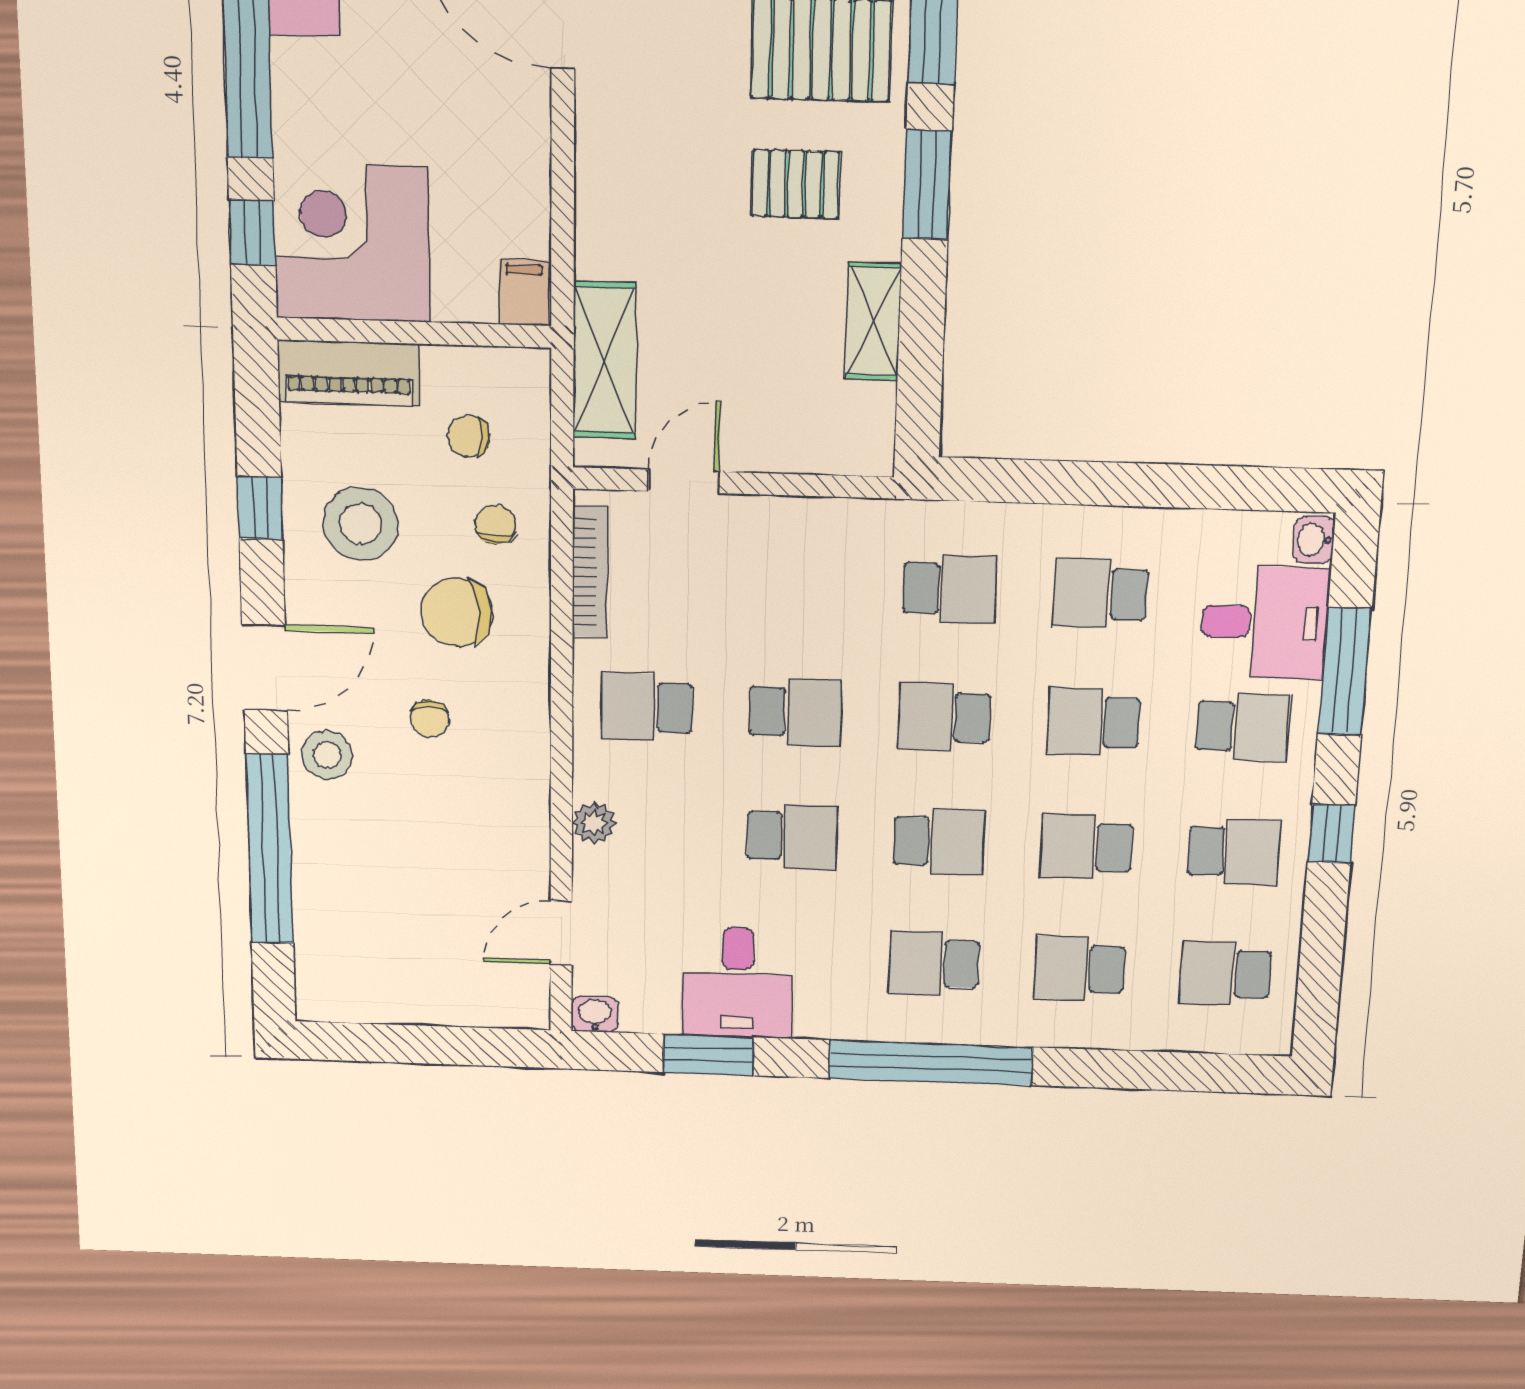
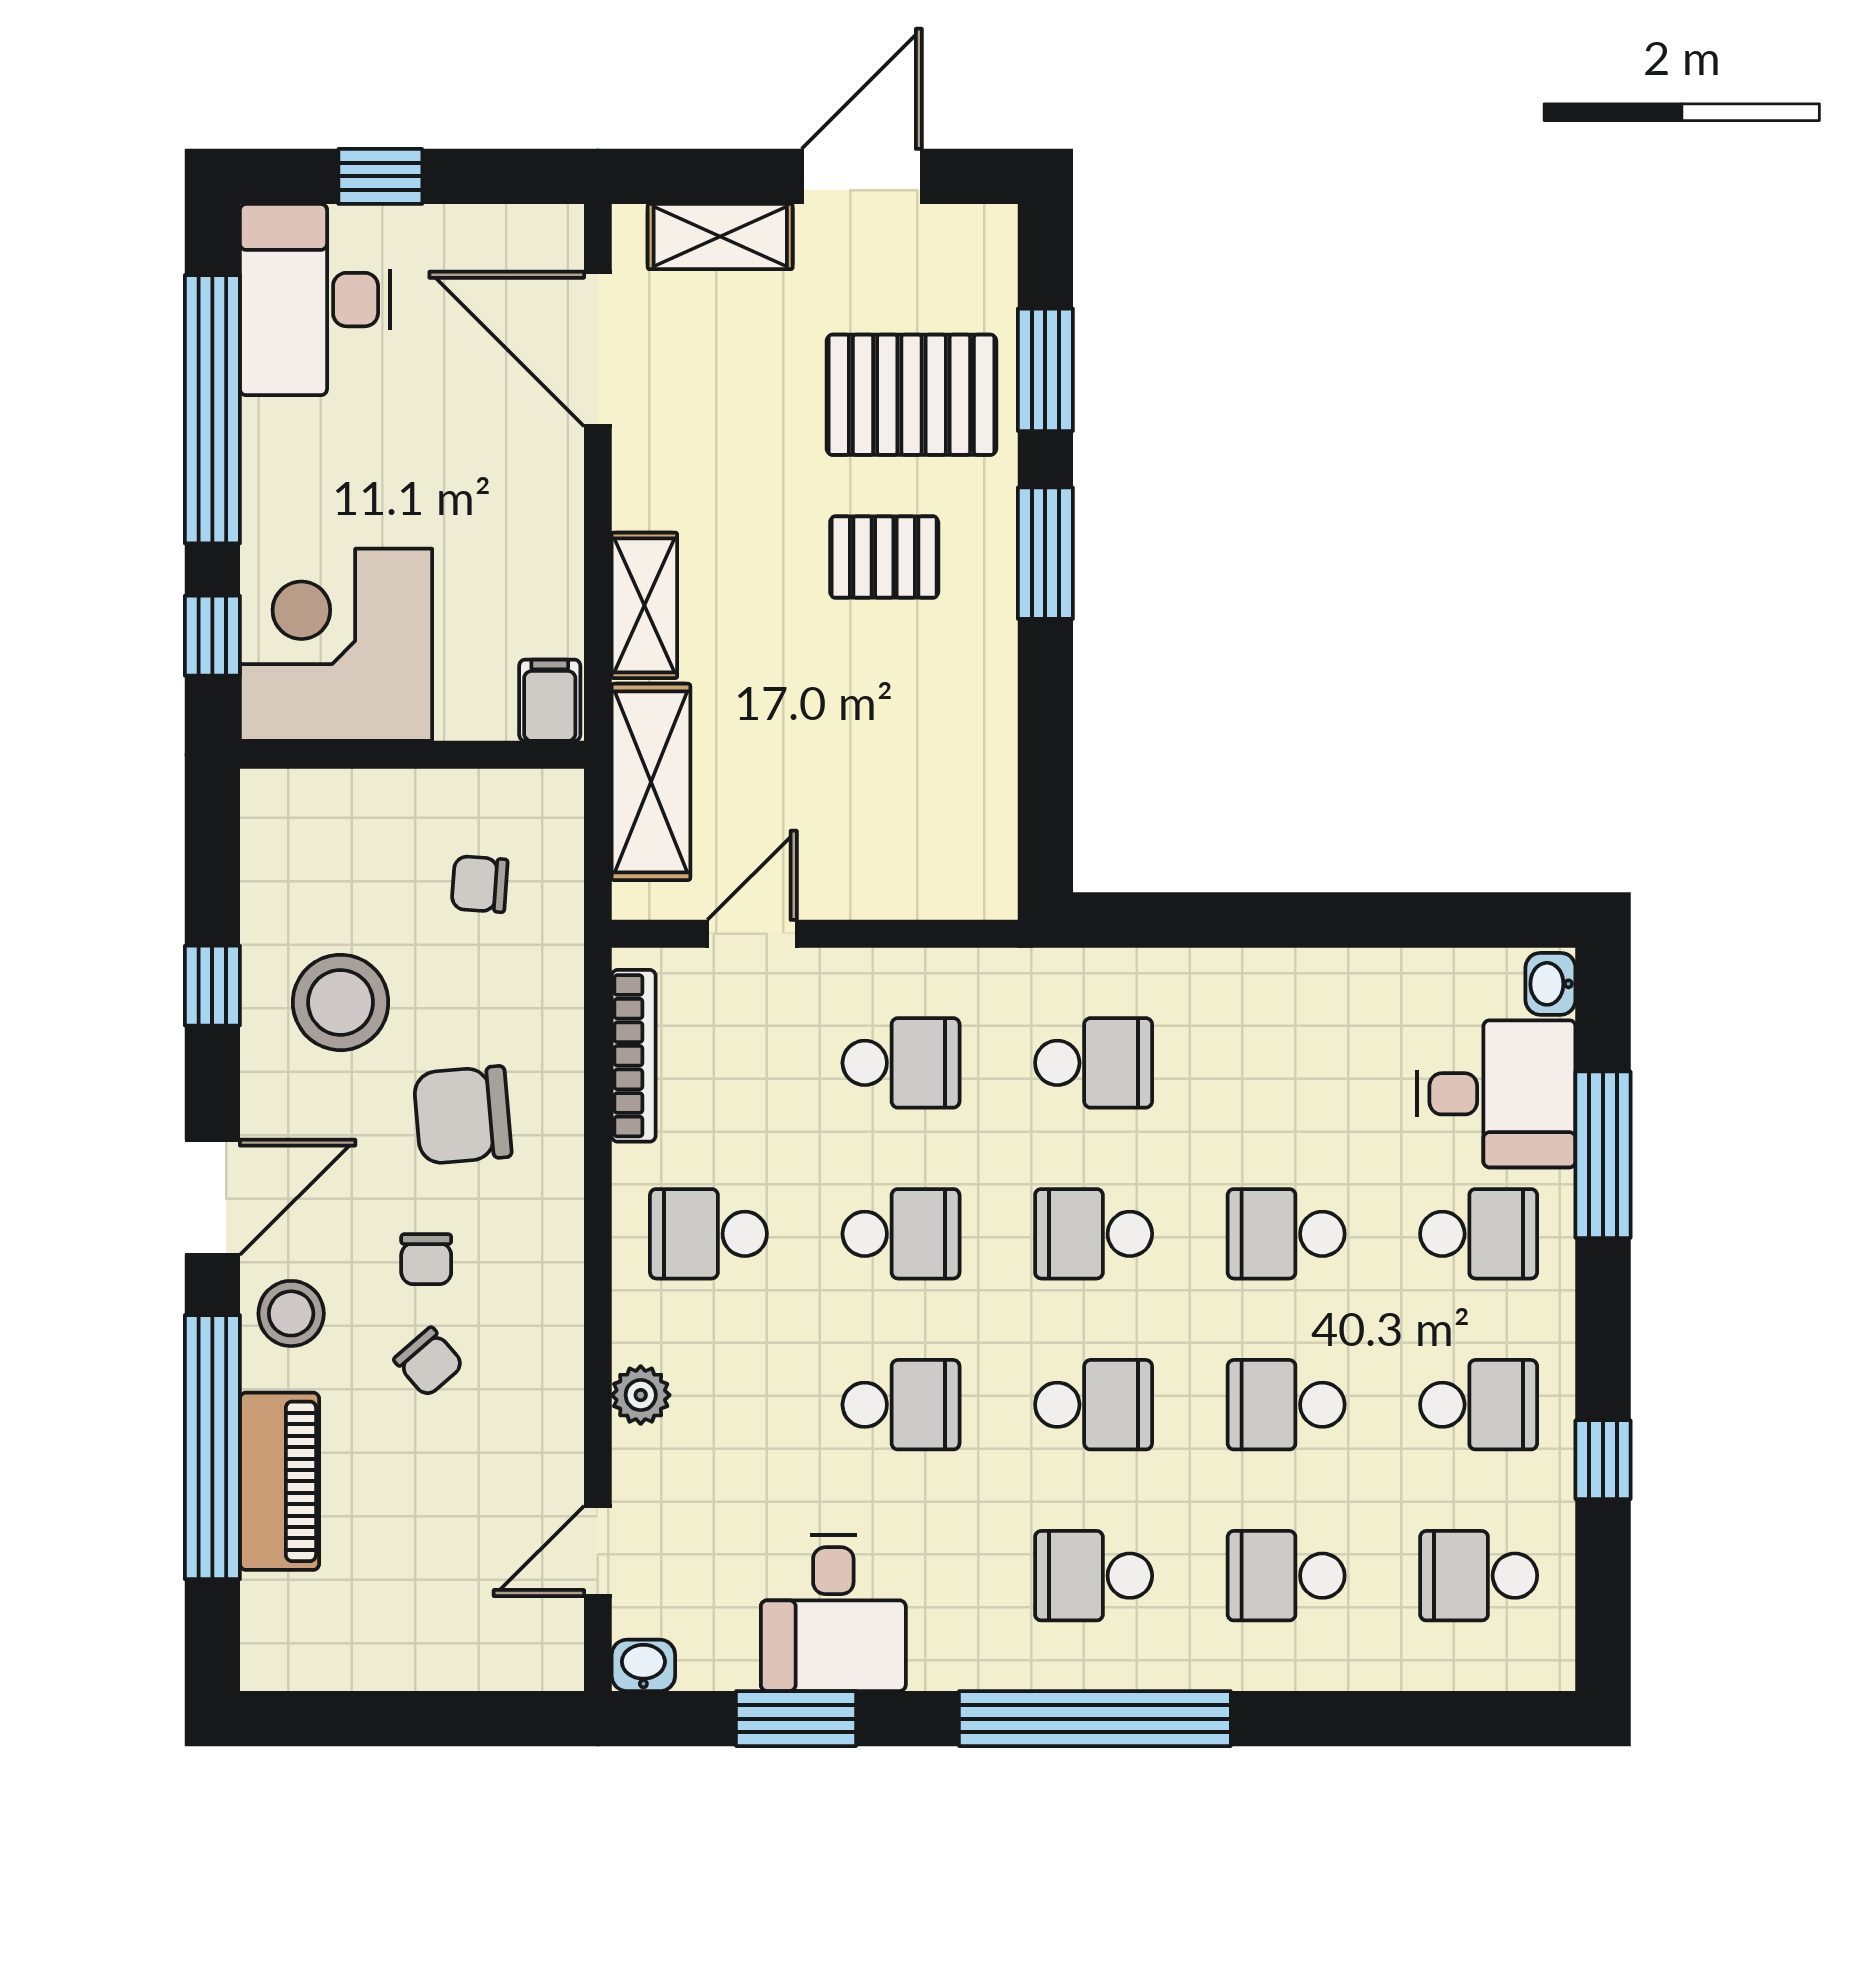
shelving: (873, 321) -> (644, 605), moved
piano: (349, 373) -> (280, 1481), moved, turned -90
chair: (495, 524) -> (429, 1362), moved, turned 139
school desk: (1101, 594) -> (901, 1063), moved, turned 180
window: (1331, 834) -> (1603, 1460), moved

